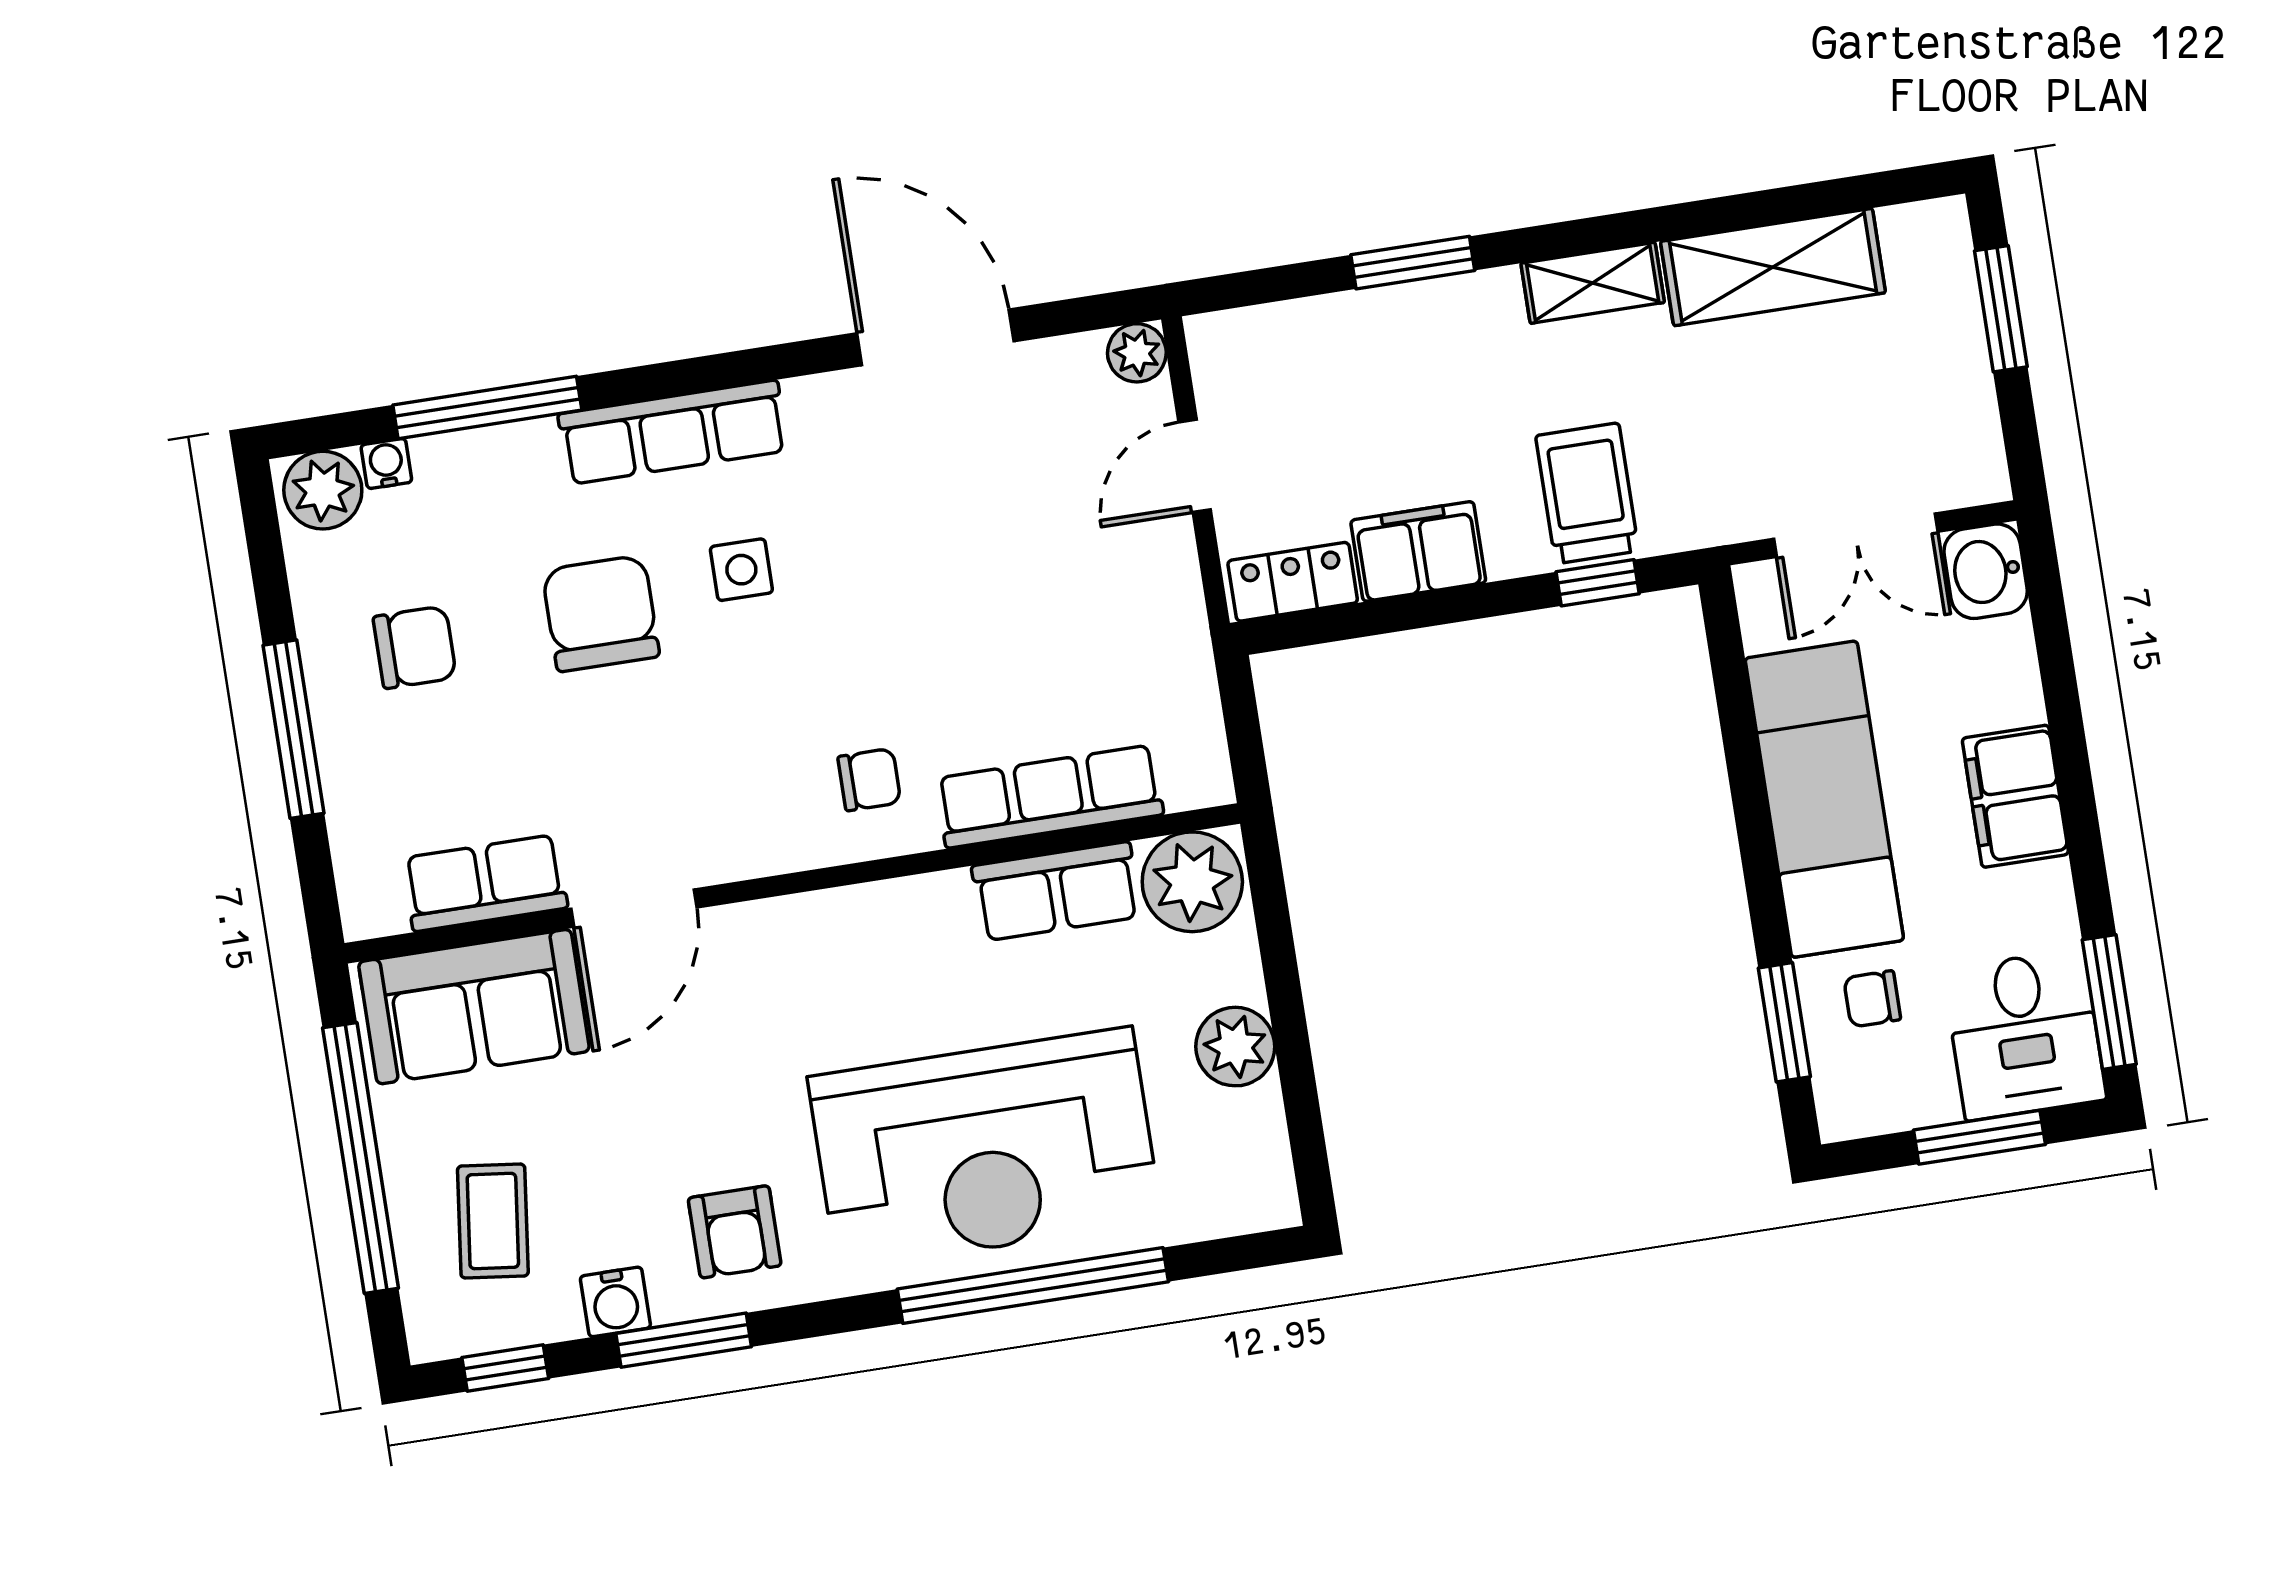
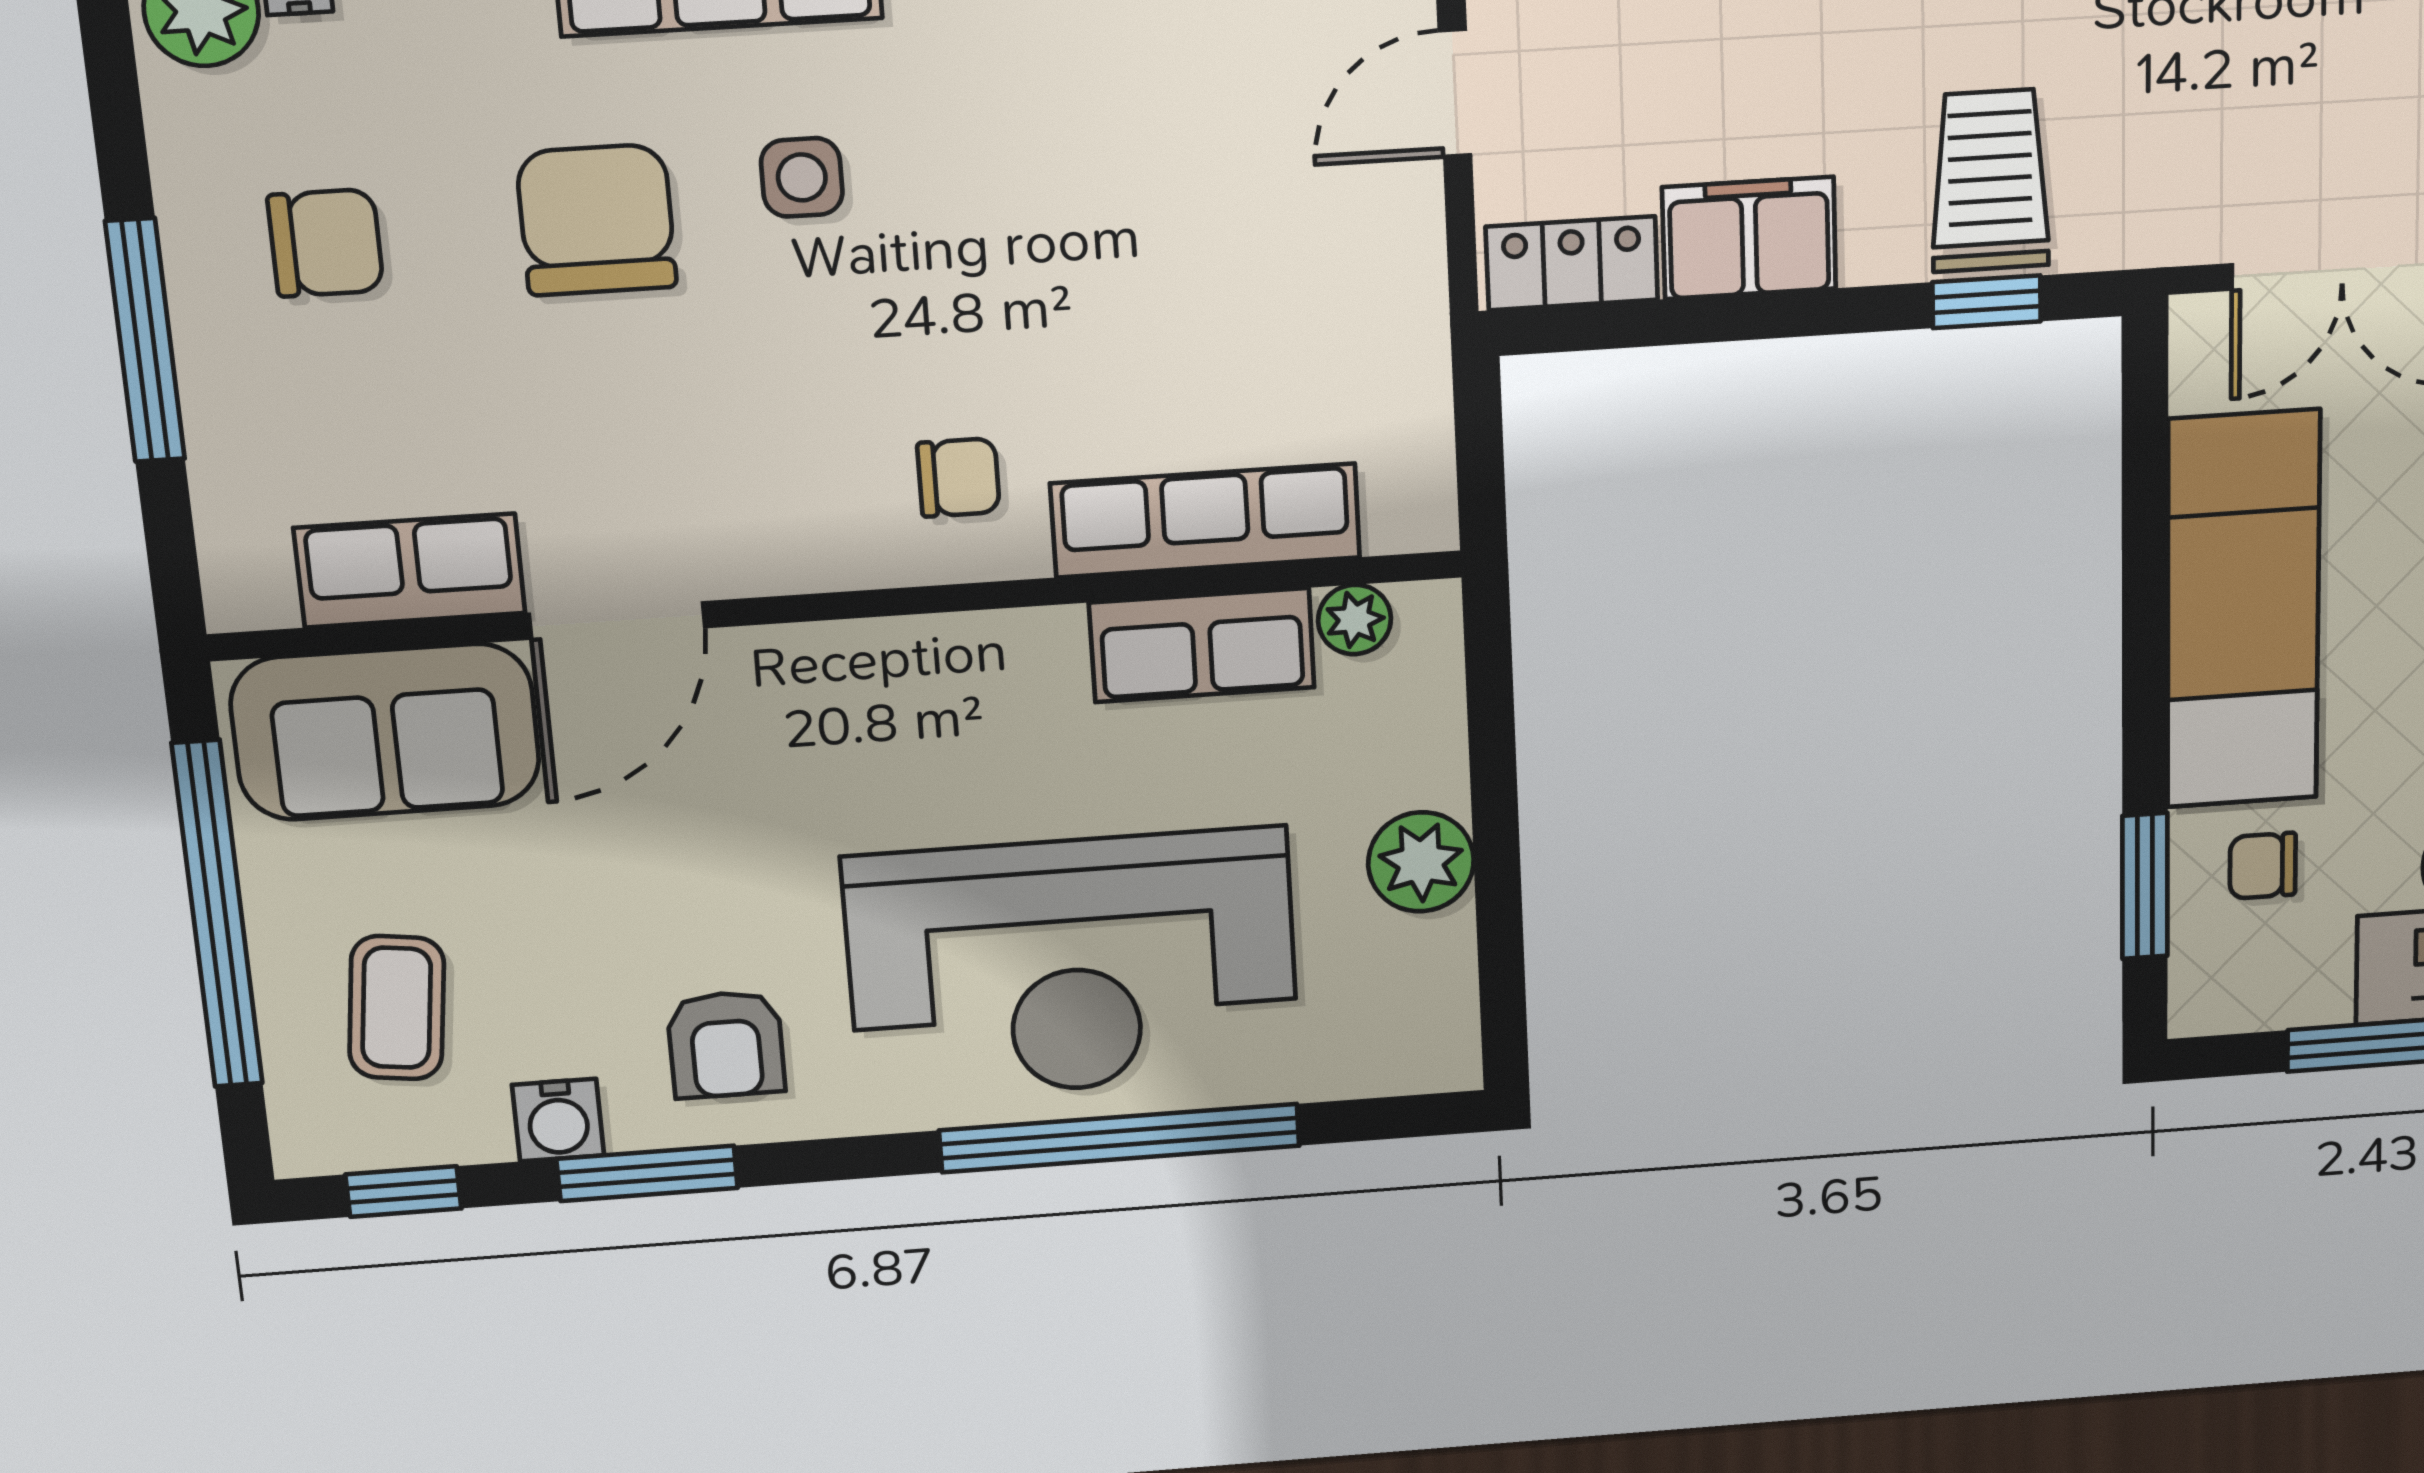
plant: (1192, 882) -> (1355, 620), width x0.53, depth x0.53

